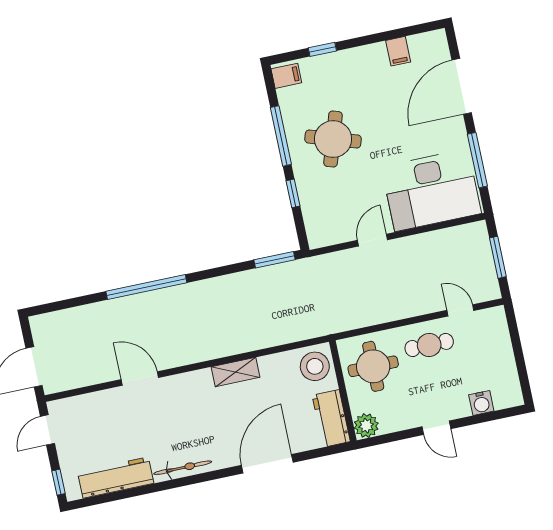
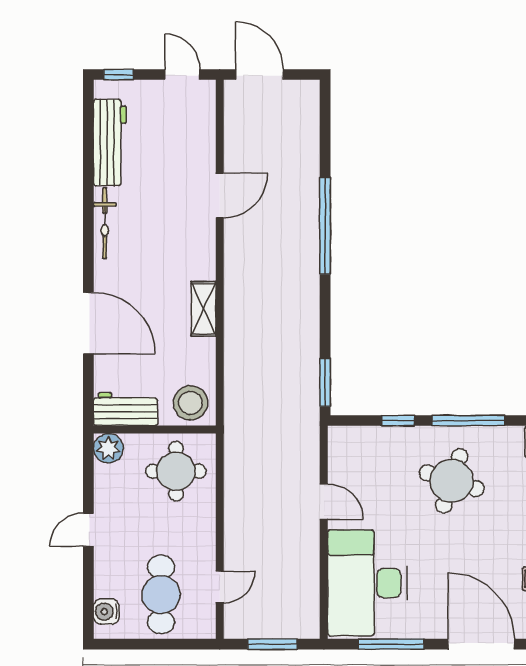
cafe table: (429, 345) -> (161, 595), moved, width x1.37, depth x1.35
water cooler: (481, 403) -> (106, 612), moved

